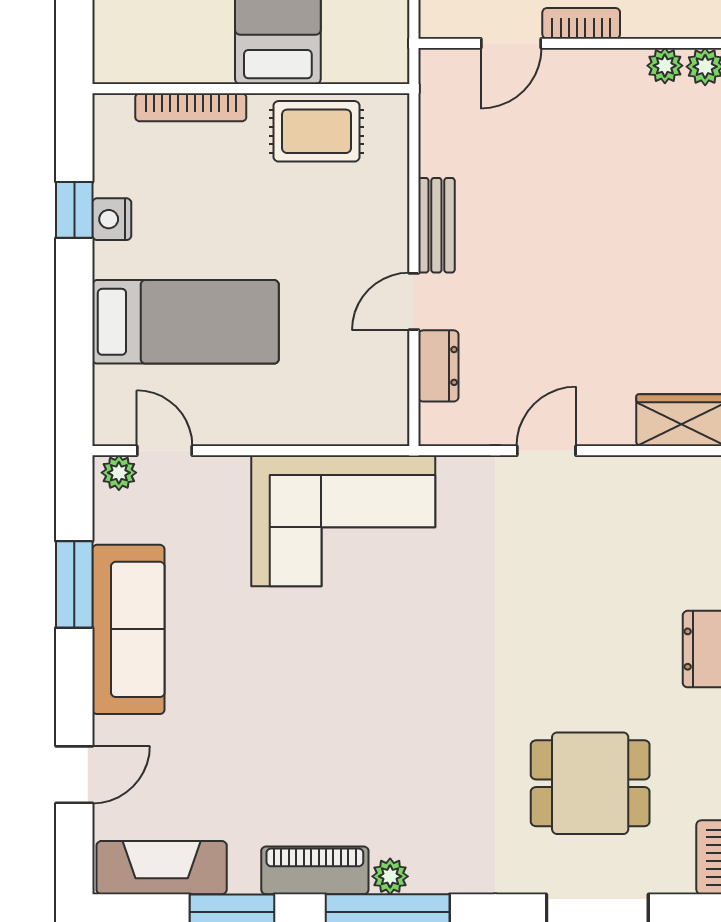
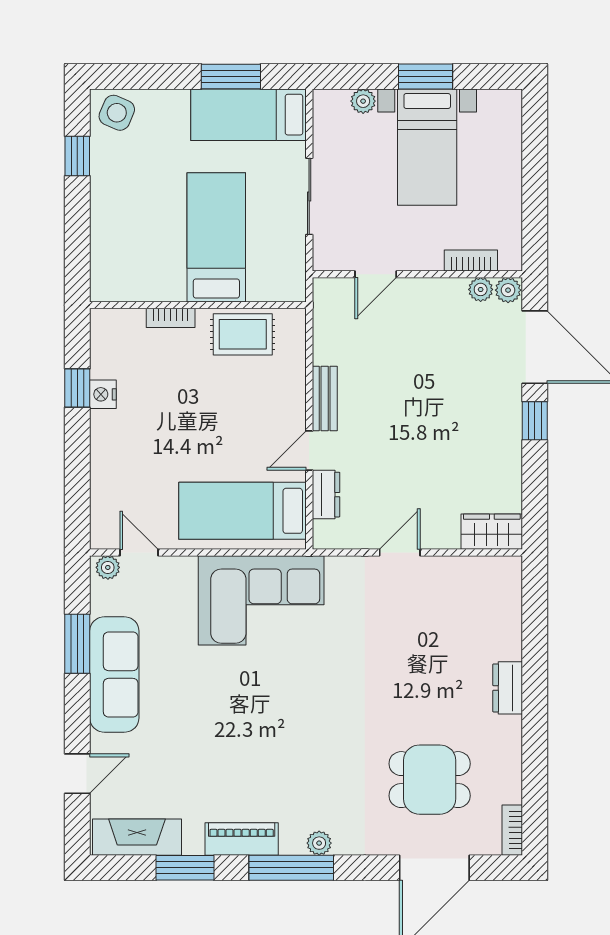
bookcase: (581, 23) -> (471, 261), moved
bookcase: (191, 107) -> (171, 318), width x0.64
bed: (186, 322) -> (242, 511), moved, turned 180
plant: (390, 876) -> (319, 843), moved

